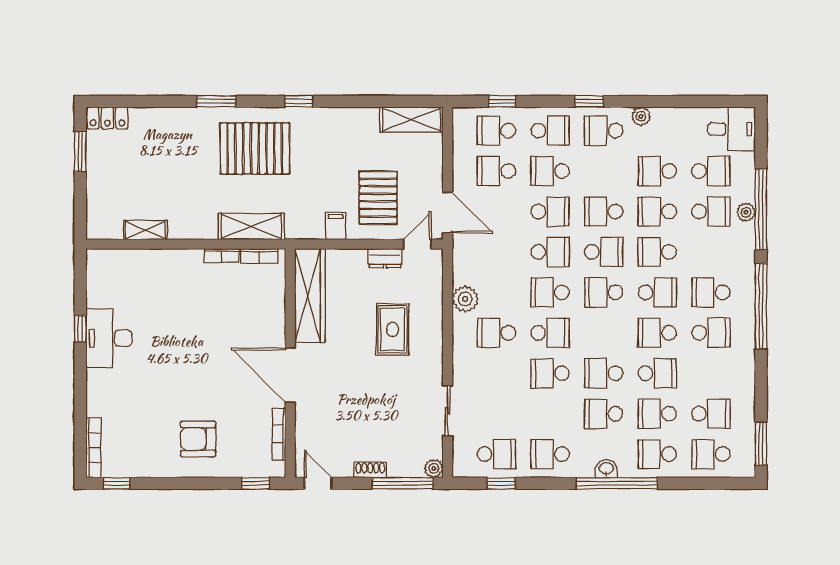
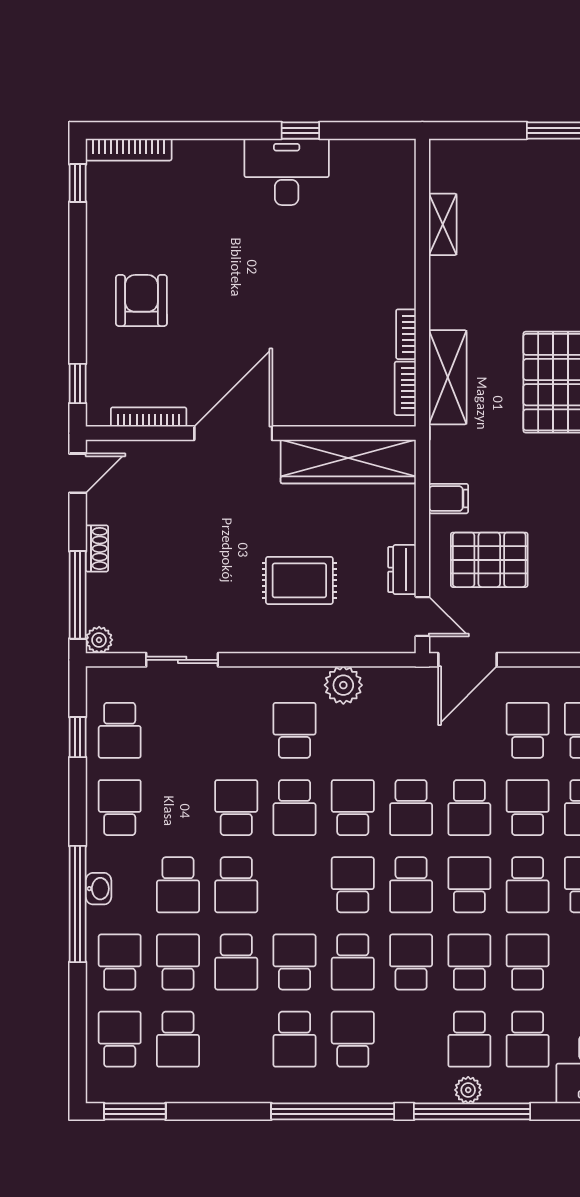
school desk: (604, 171) -> (528, 885), added
school desk: (604, 373) -> (236, 885), turned 180
school desk: (604, 414) -> (178, 885), turned 180

